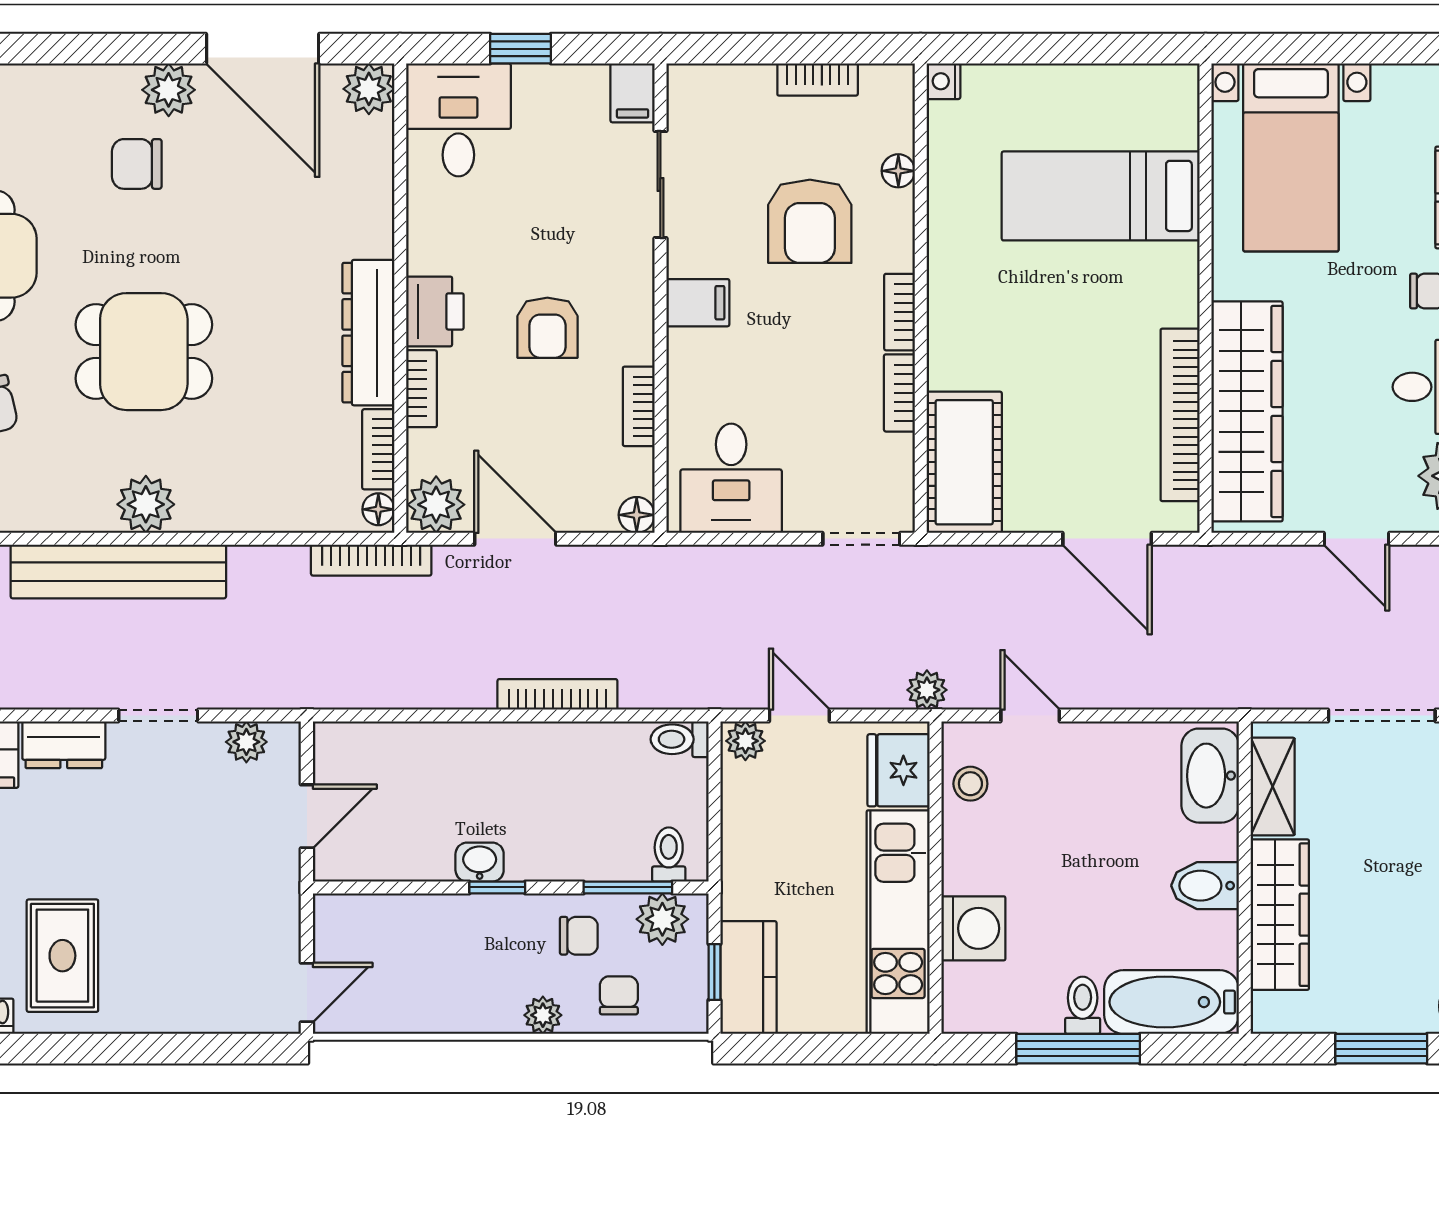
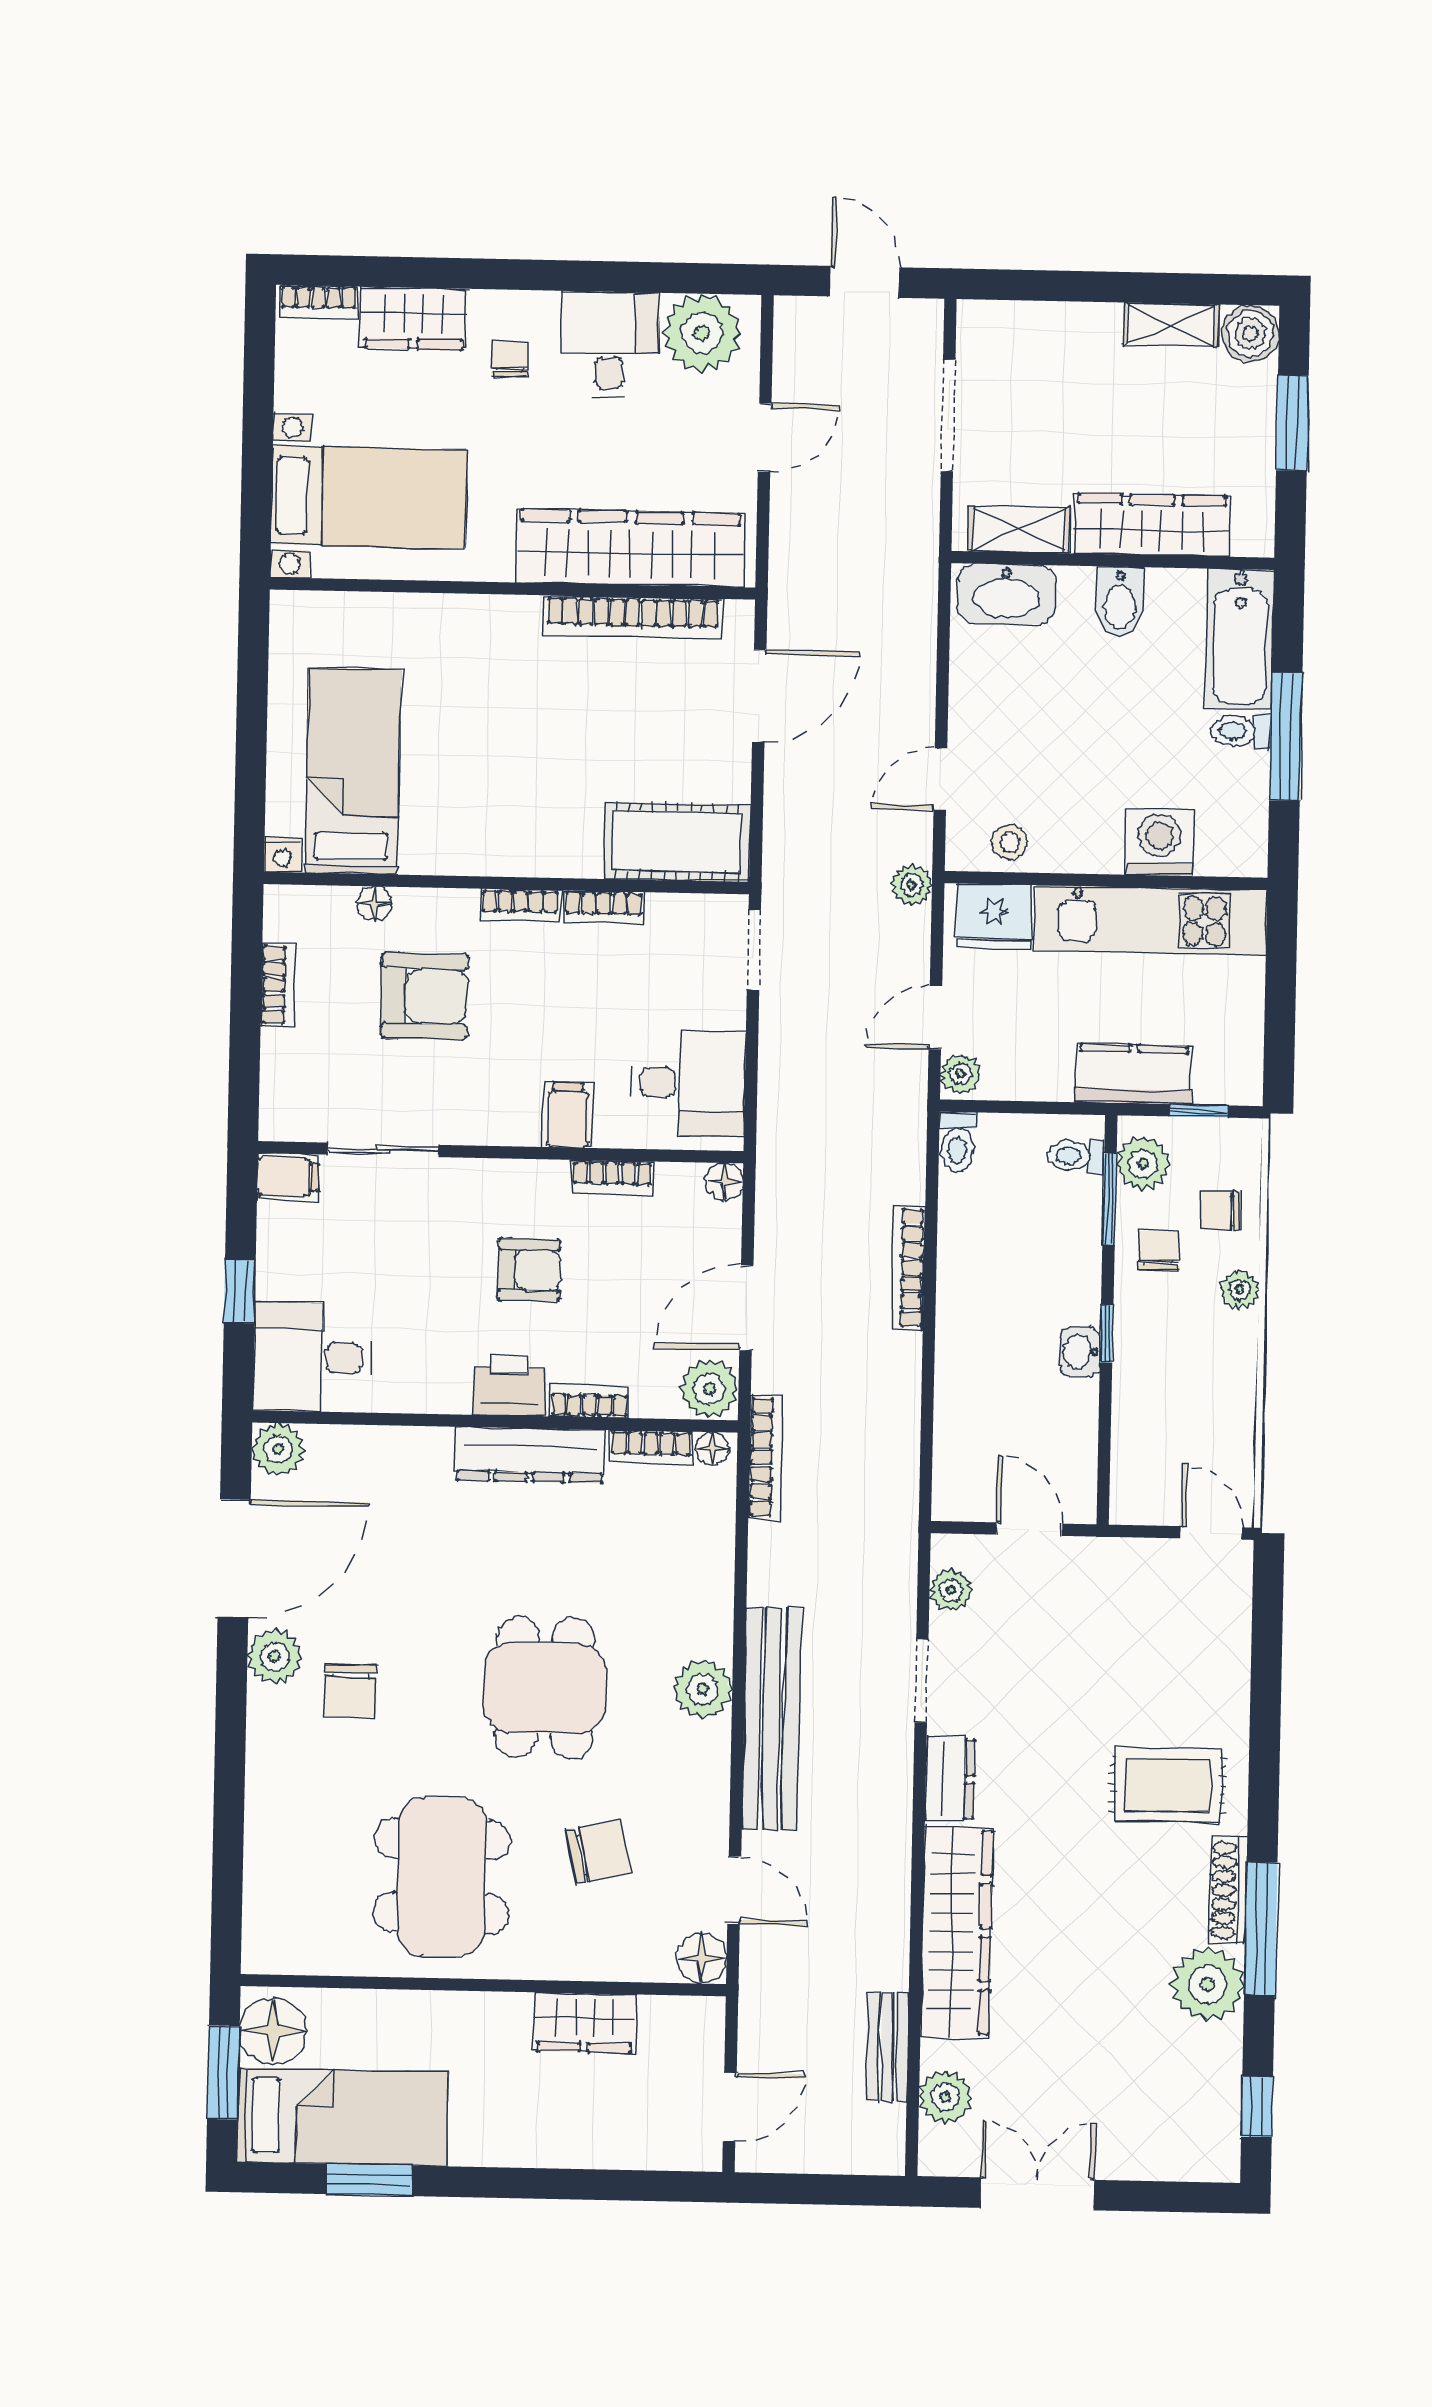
bed: (1101, 196) -> (353, 771), moved, turned 180
filing cabinet: (698, 303) -> (568, 1115), moved
kitchen counter: (749, 977) -> (1134, 1074), moved

